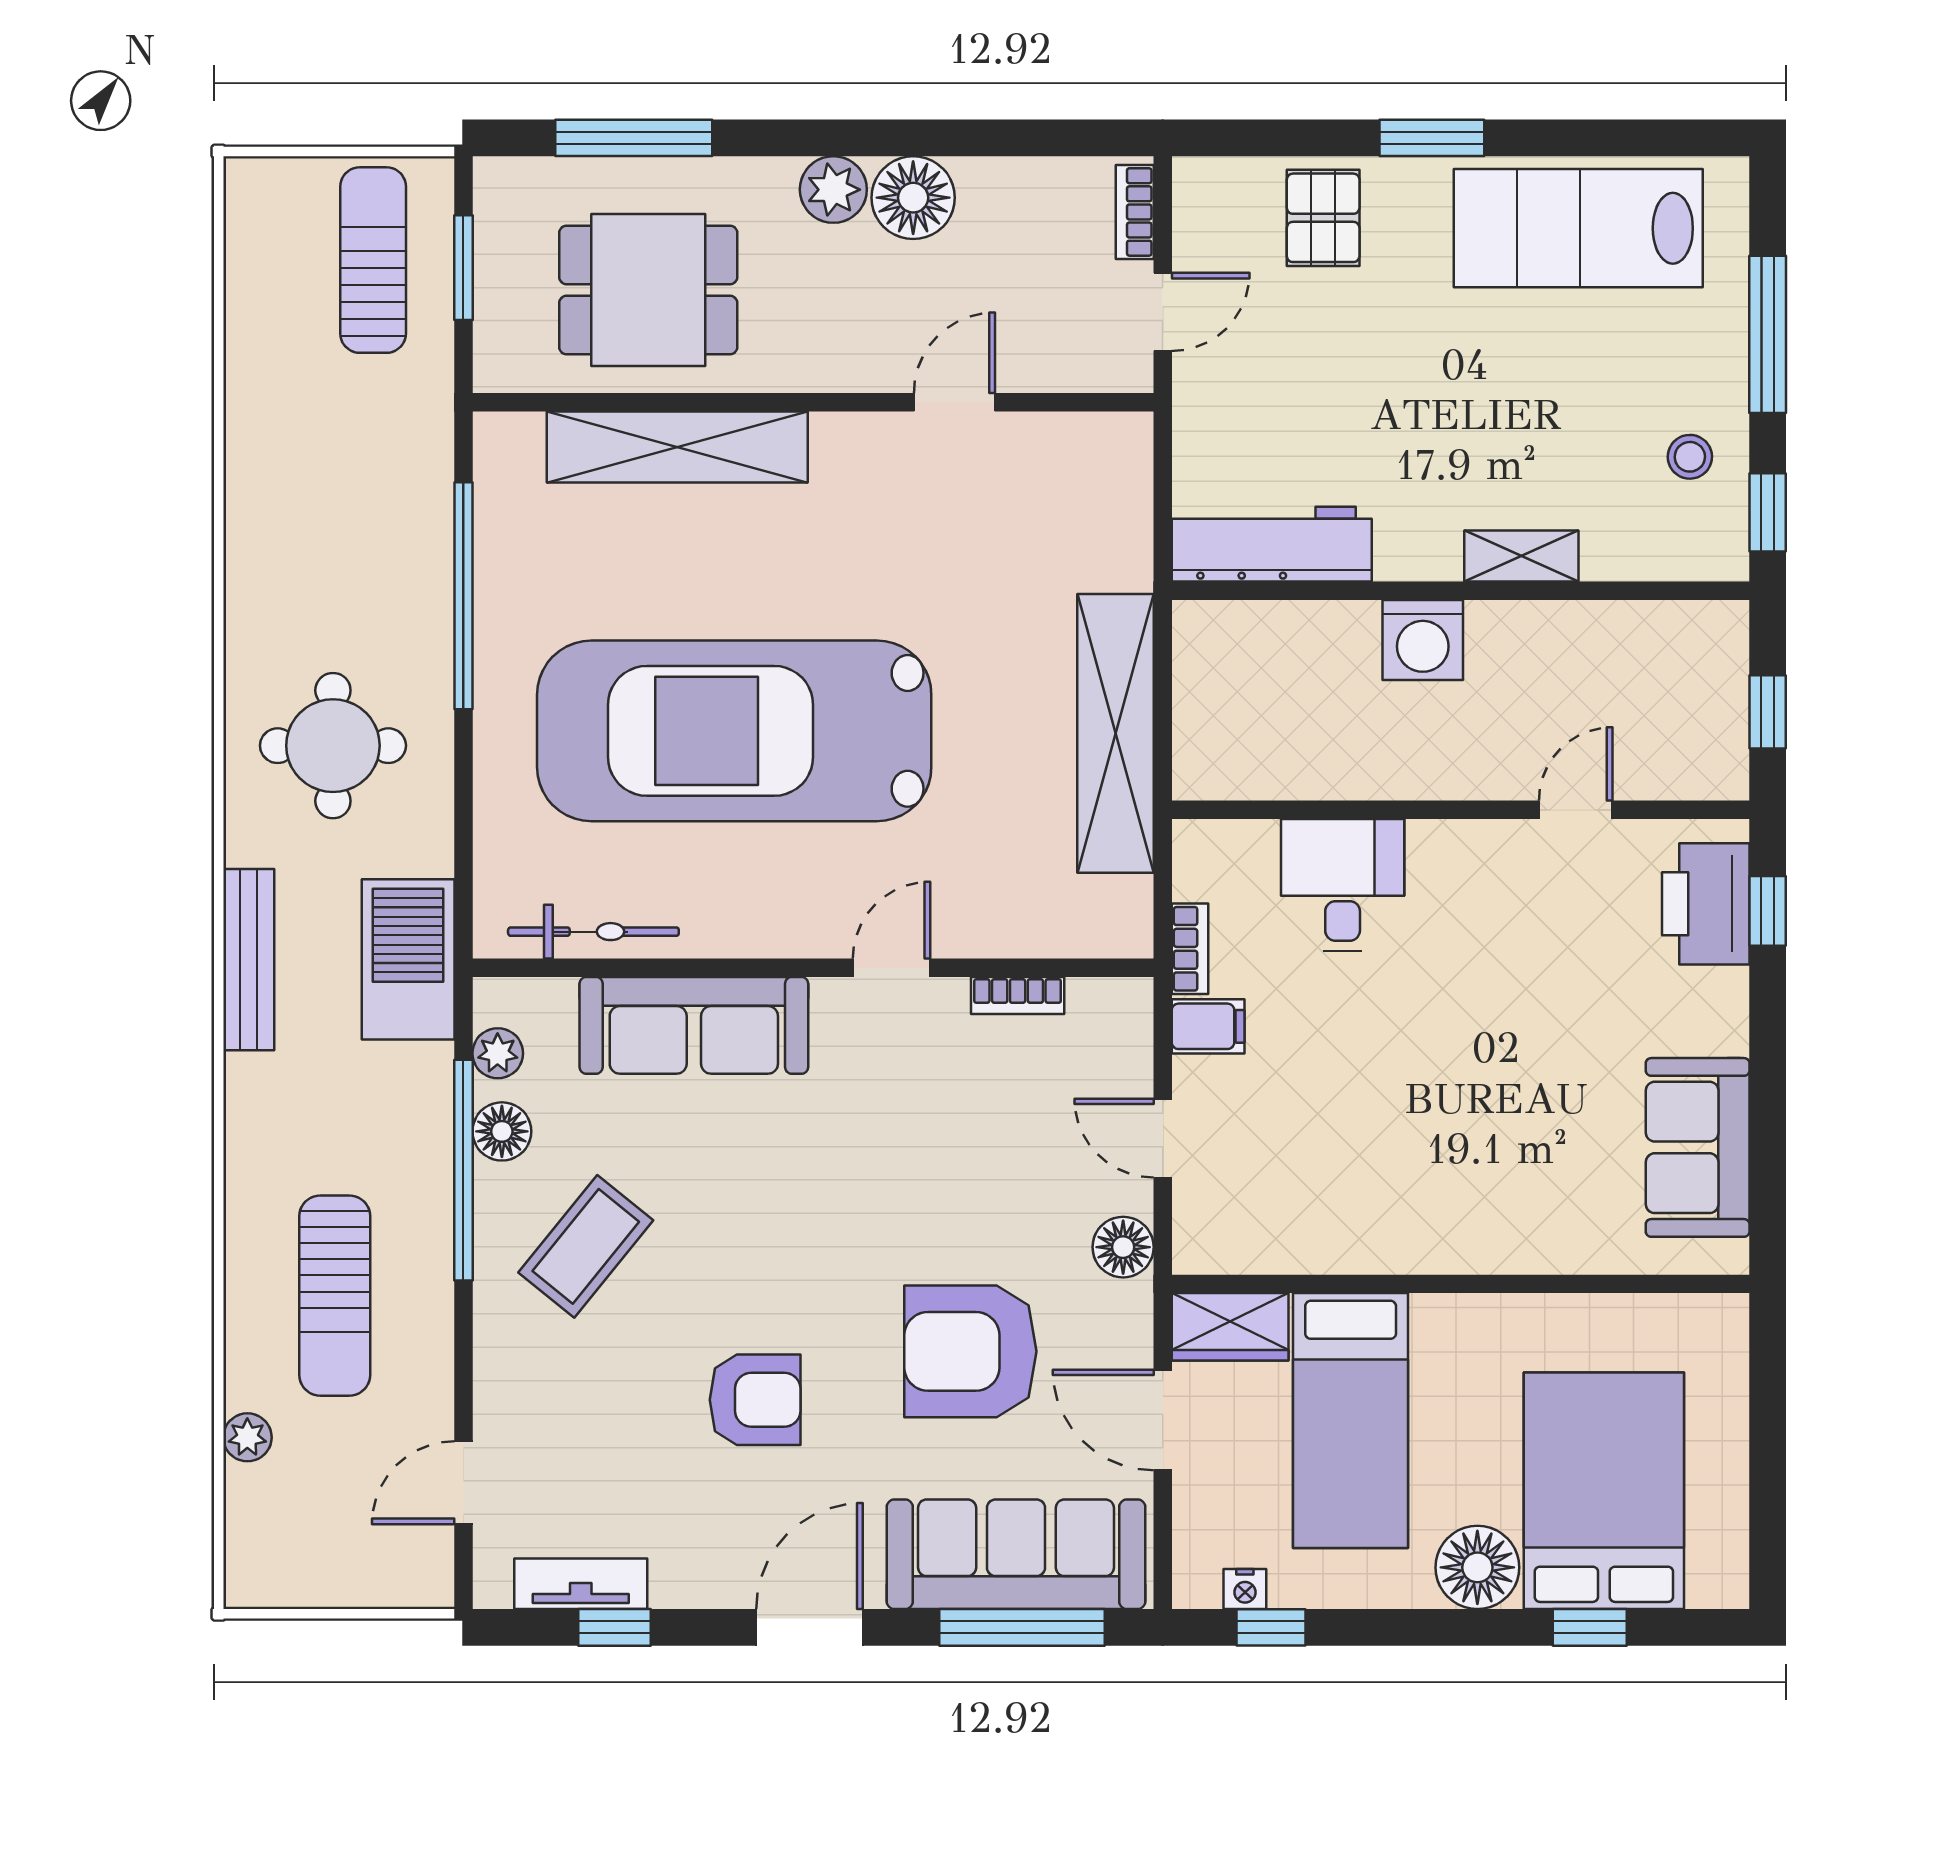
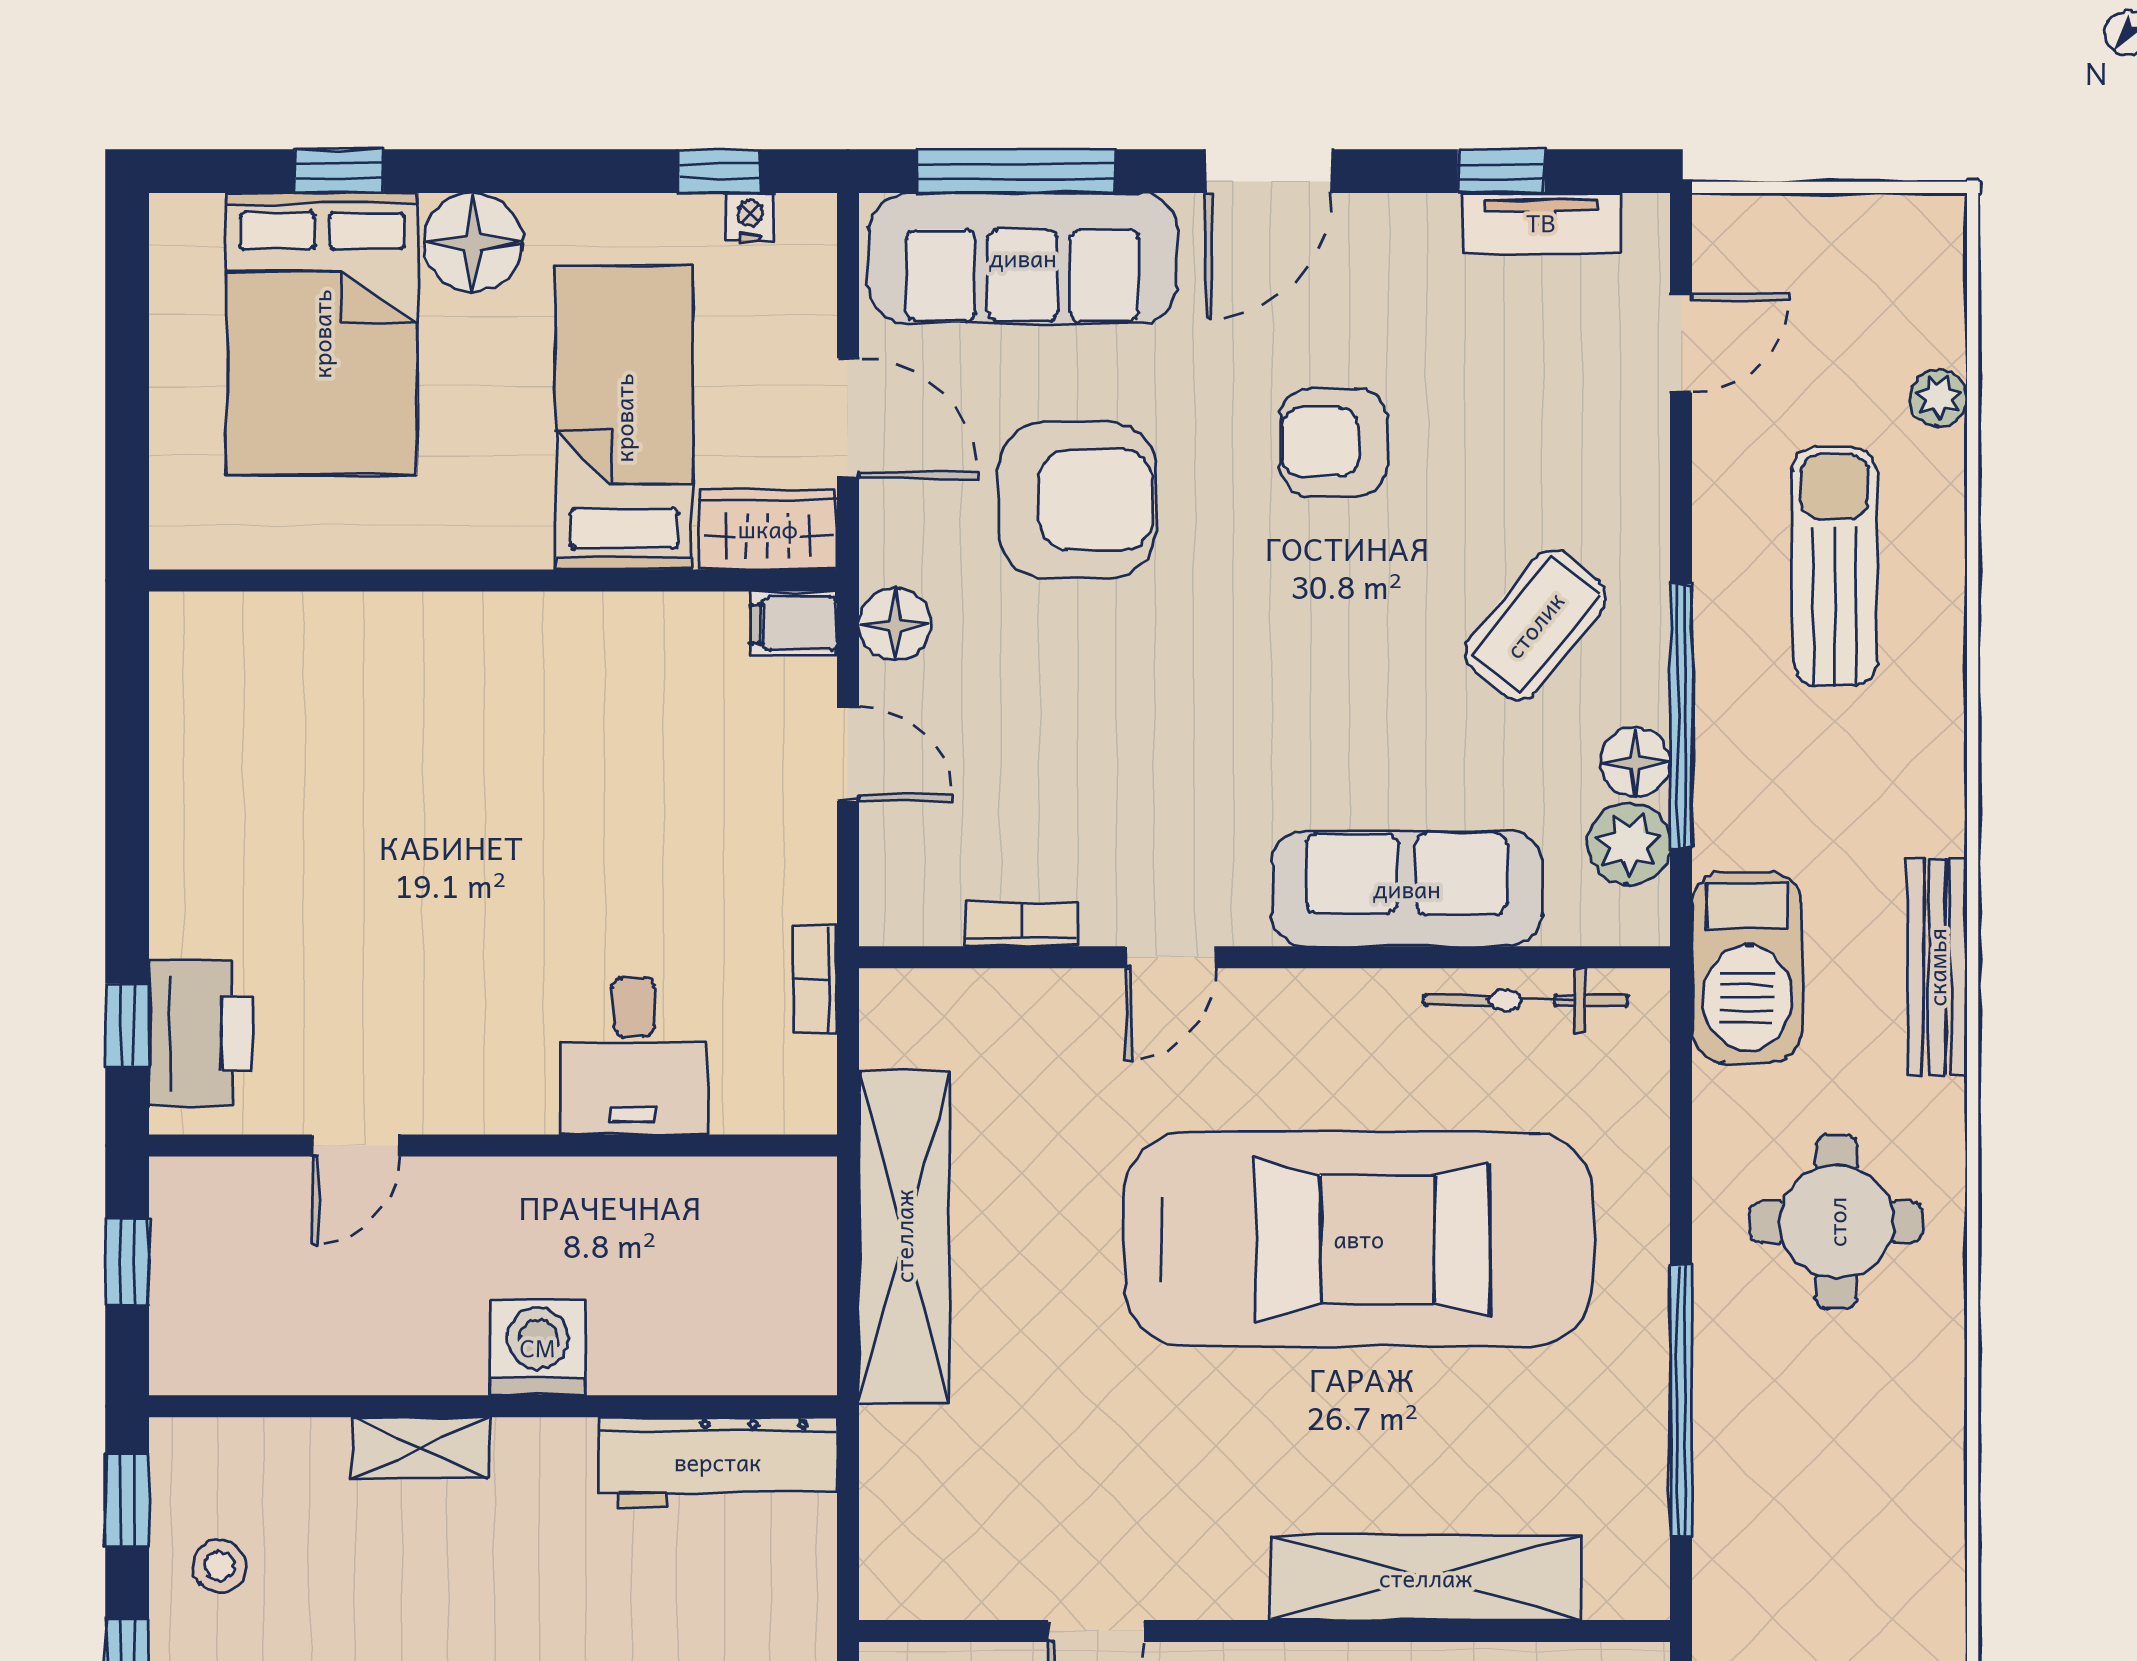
filing cabinet: (1208, 1026) -> (794, 624), moved
plant: (498, 1053) -> (1629, 844), width x1.38, depth x1.38
sofa: (1698, 1147) -> (210, 743), removed

